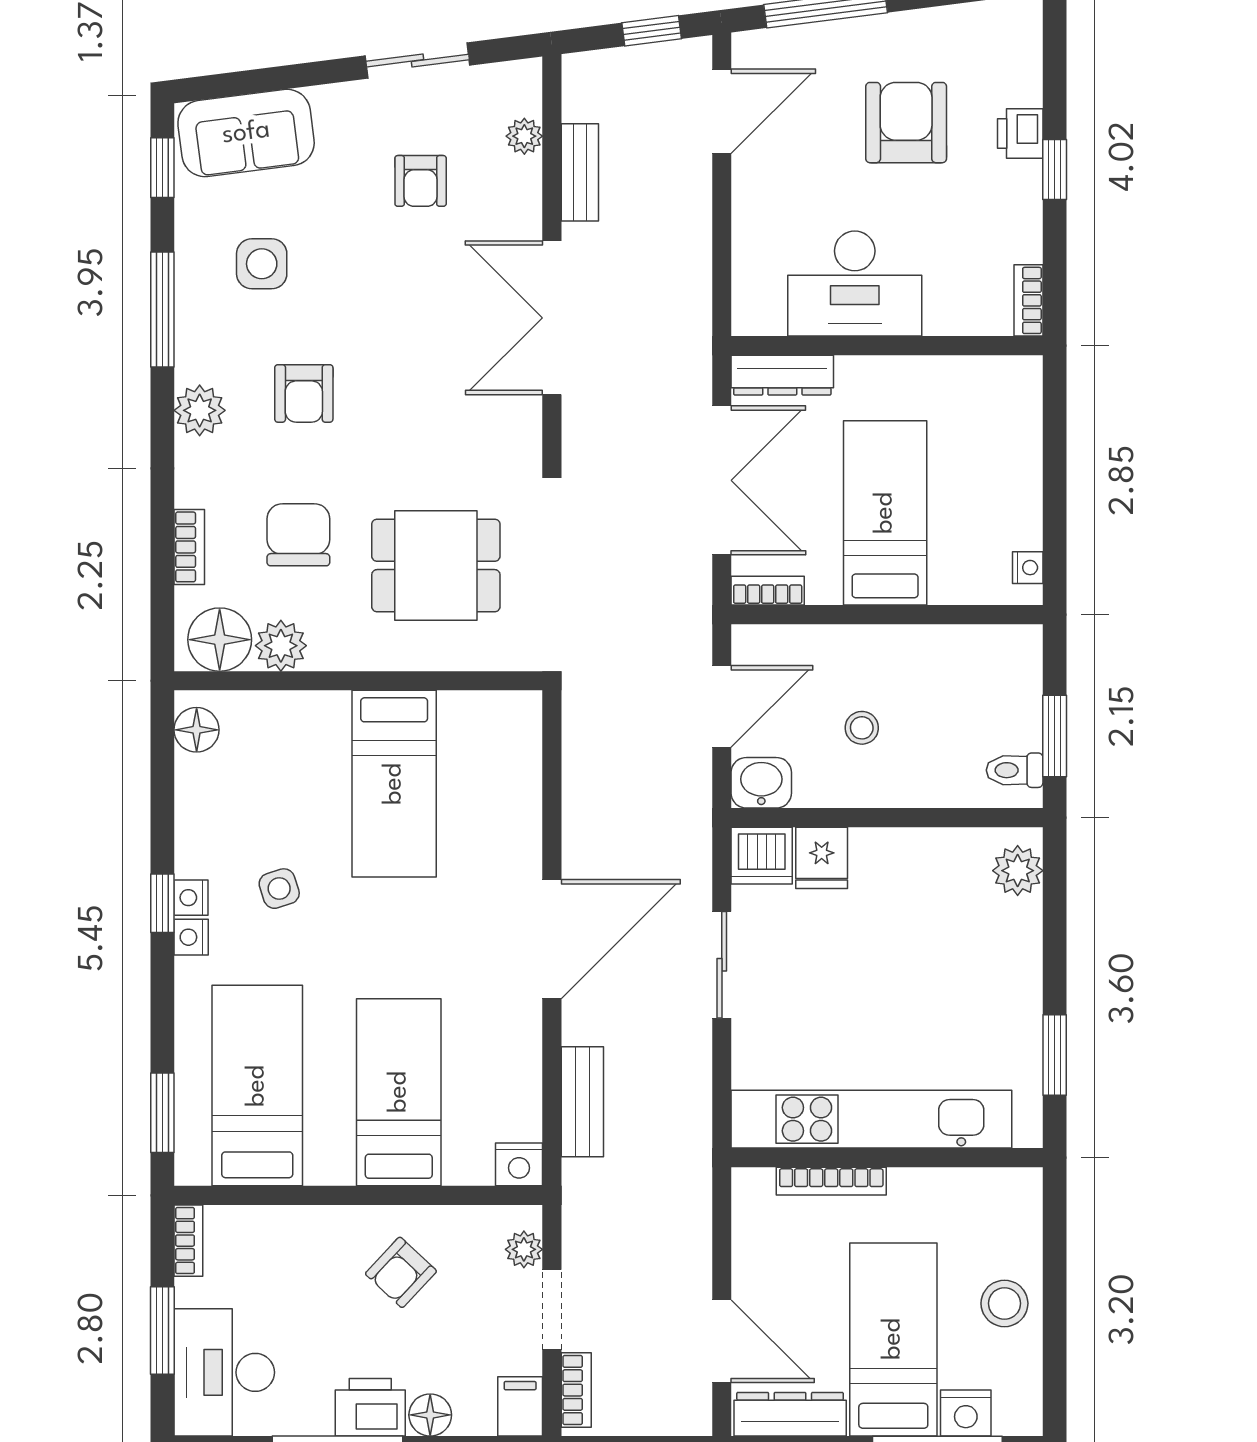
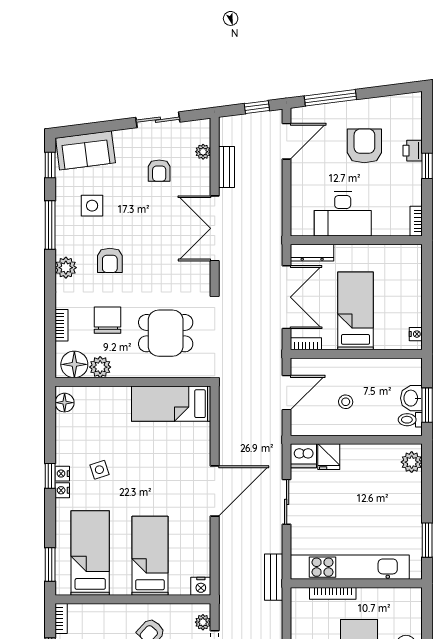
washbasin: (761, 783) -> (411, 398), moved, turned -90
bed: (394, 784) -> (171, 404), moved, turned 90
bench: (582, 1102) -> (274, 577), moved

